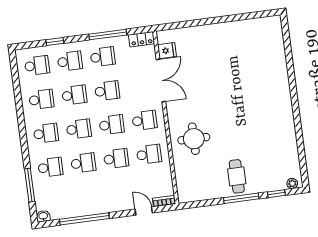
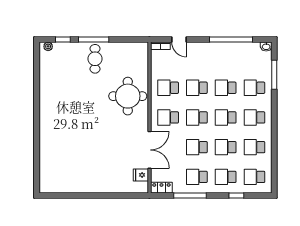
double door: (161, 80) -> (149, 150), swing flipped
round table: (194, 139) -> (128, 96), width x1.36, depth x1.36

